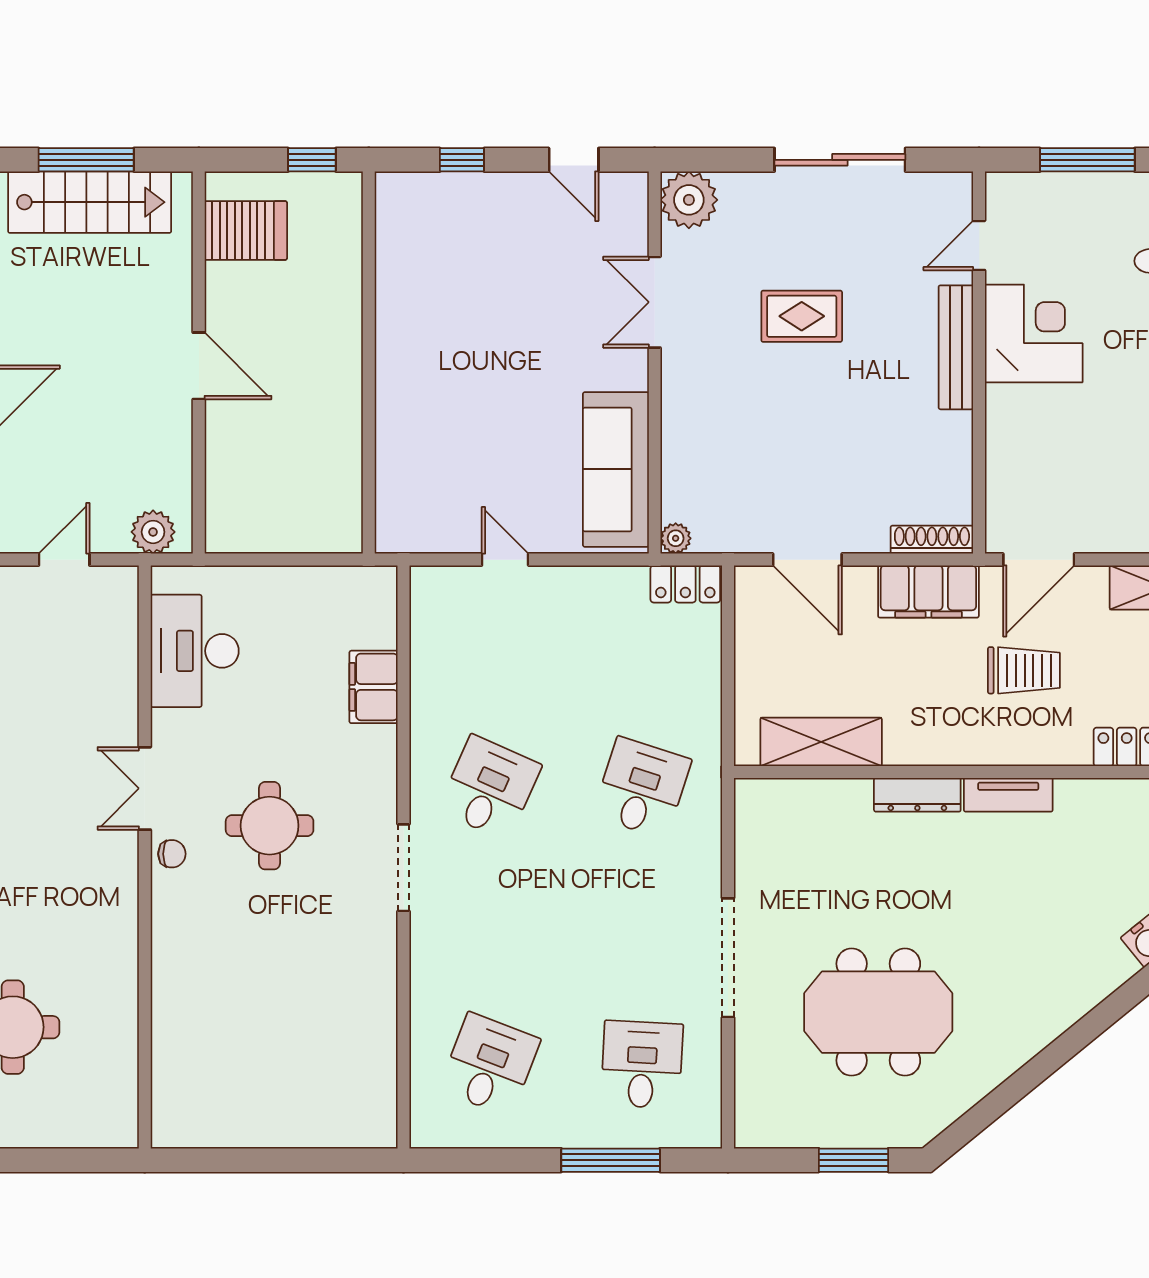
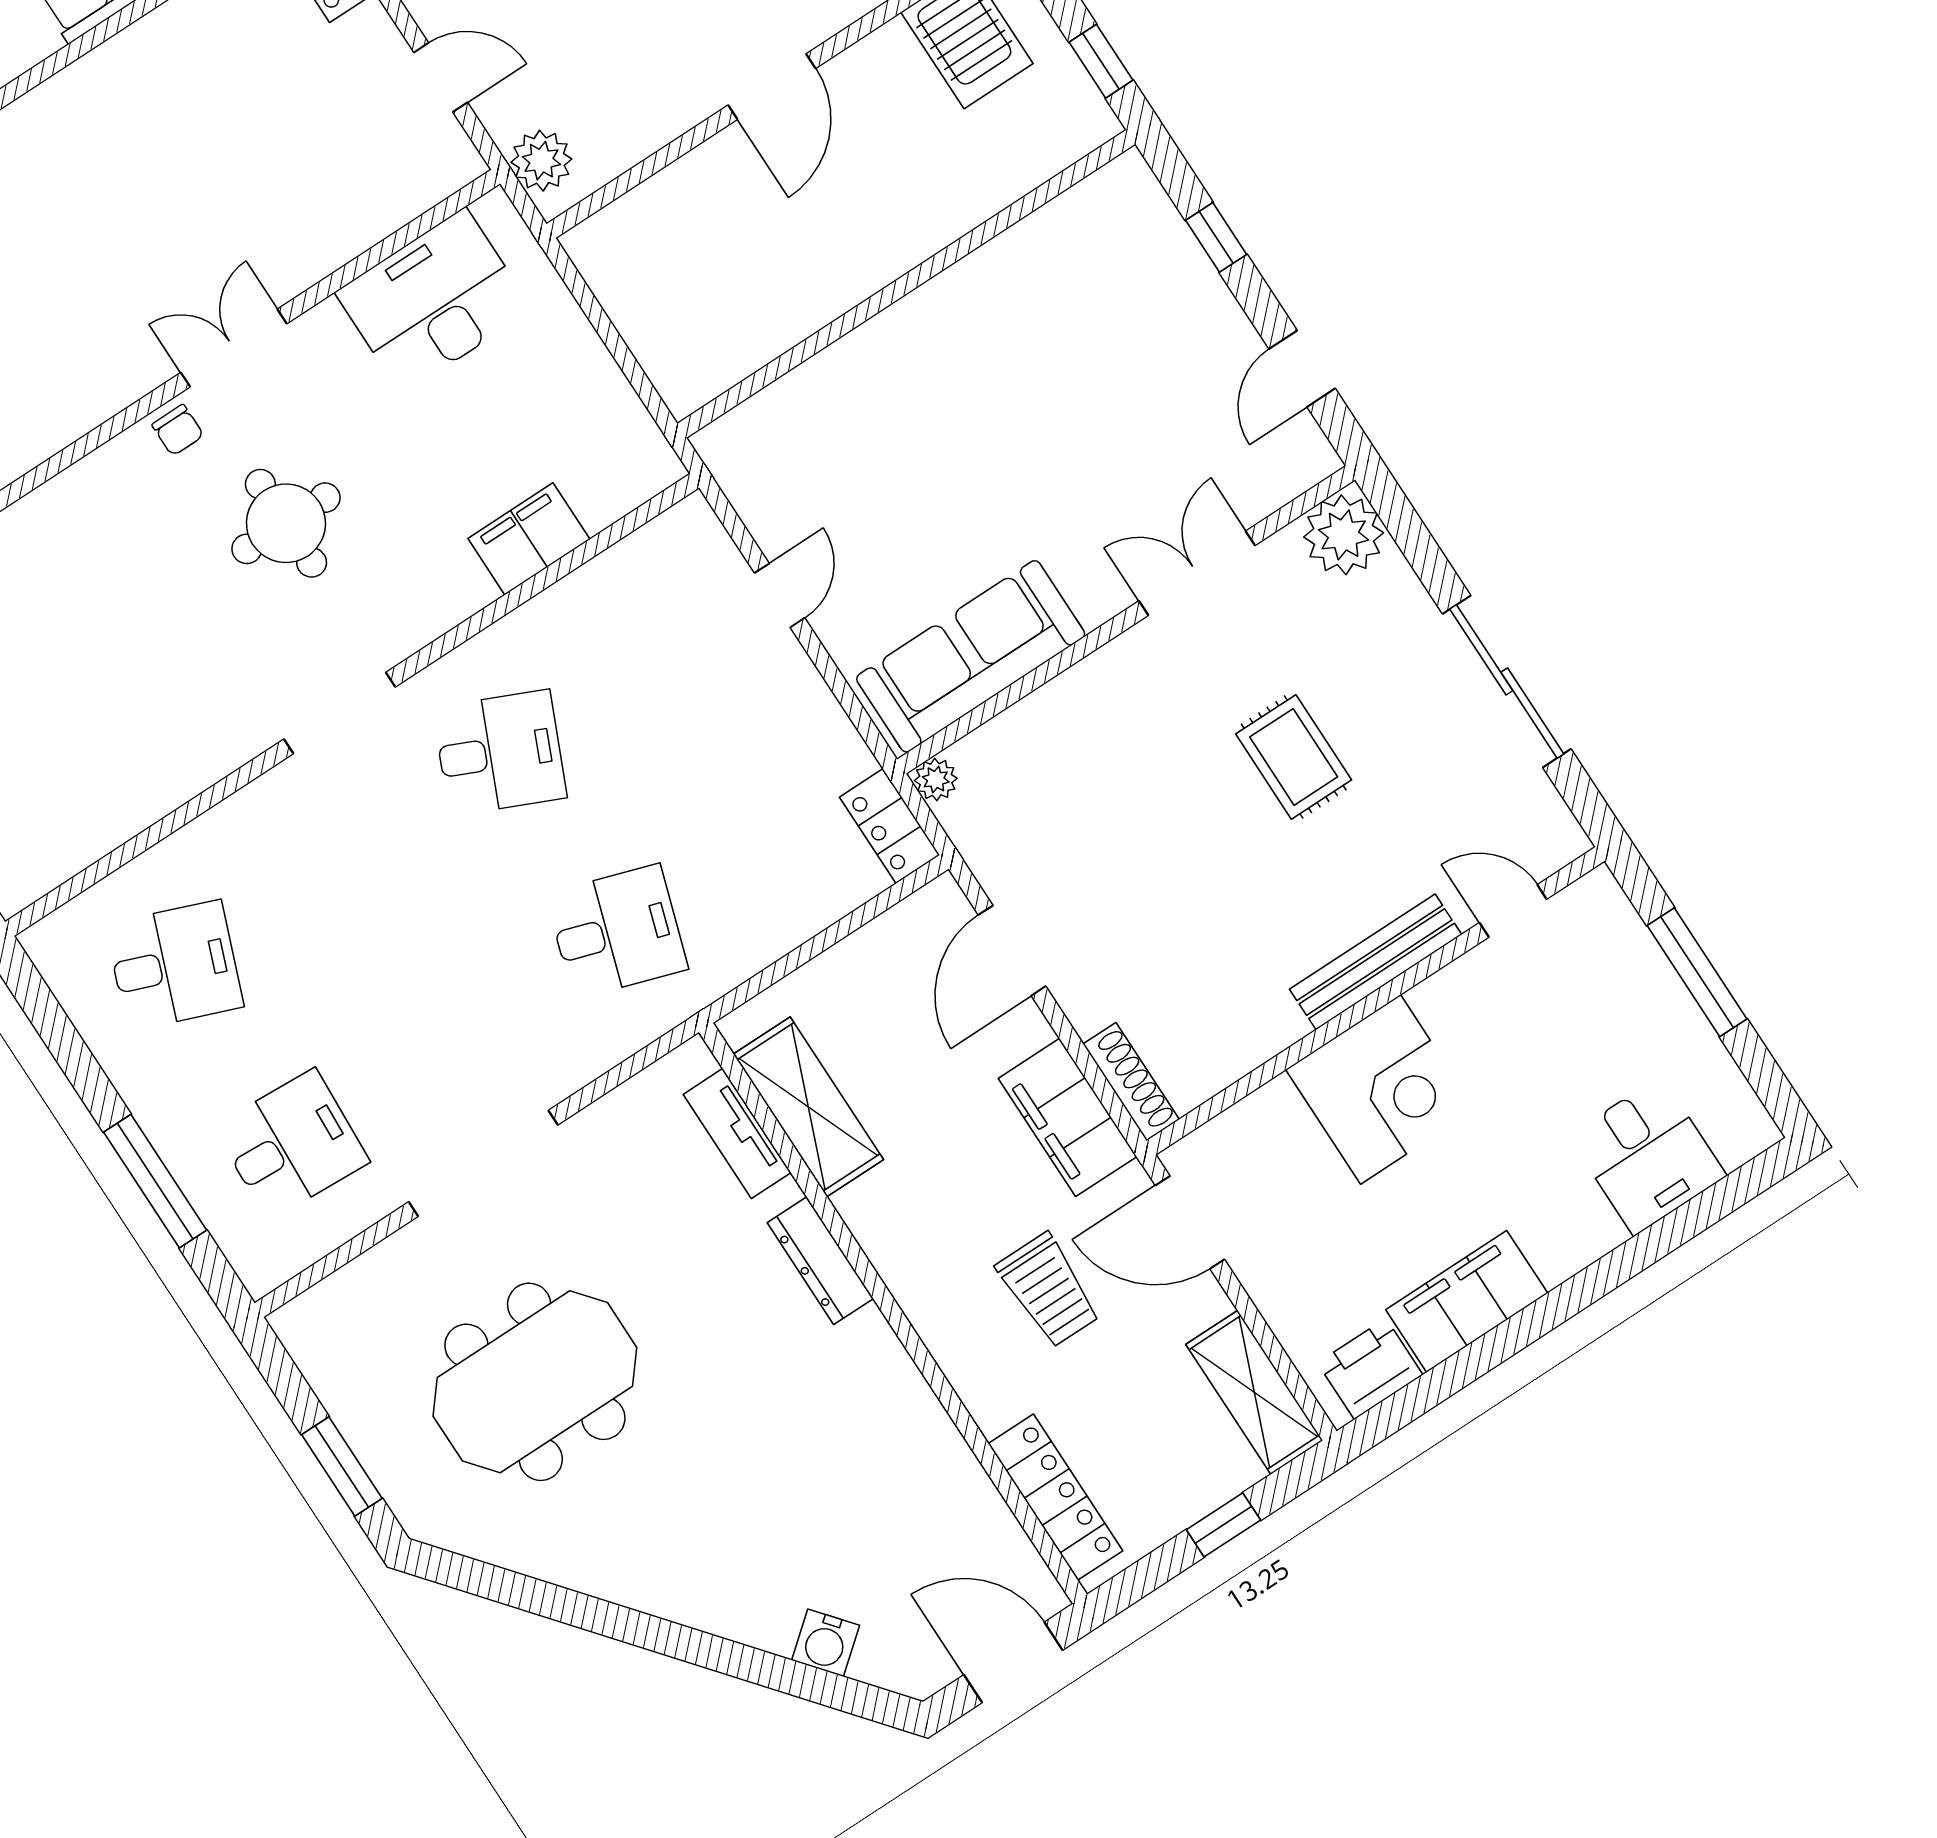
corner desk: (1034, 333) -> (1380, 1089), moved
tv unit: (1008, 795) -> (737, 1133), moved
meeting table: (878, 1012) -> (535, 1382), turned 90

